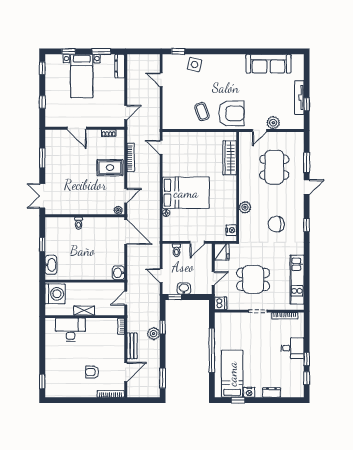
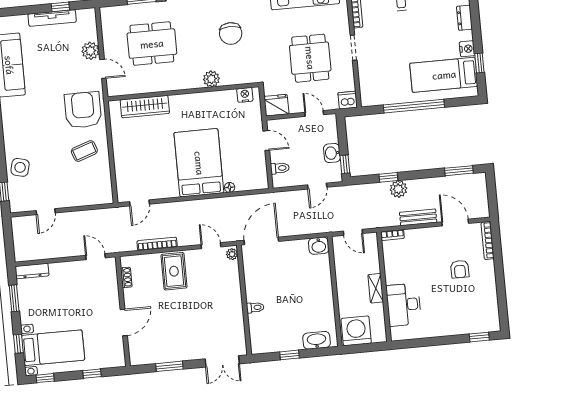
bed with nightstands: (82, 76) -> (53, 348), moved

